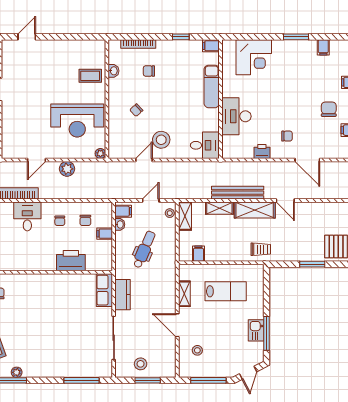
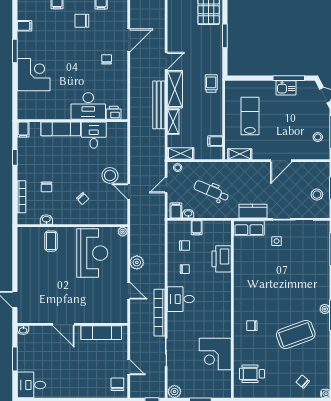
corner desk: (254, 57) -> (34, 75), moved
desk: (205, 145) -> (94, 135), moved
printer: (262, 151) -> (114, 113), moved, turned 90
door: (151, 201) -> (166, 185), hinge flipped
shelving: (184, 294) -> (240, 154), moved
side table: (90, 320) -> (277, 241), added
stool: (197, 350) -> (318, 137), moved

